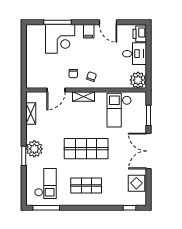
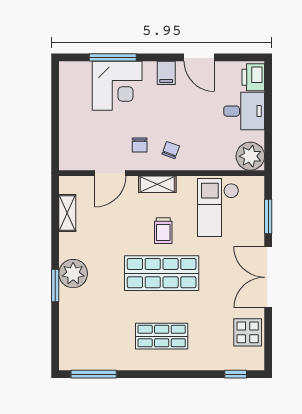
trolley: (87, 124) -> (163, 231), added
checkout: (45, 184) -> (92, 333), removed

